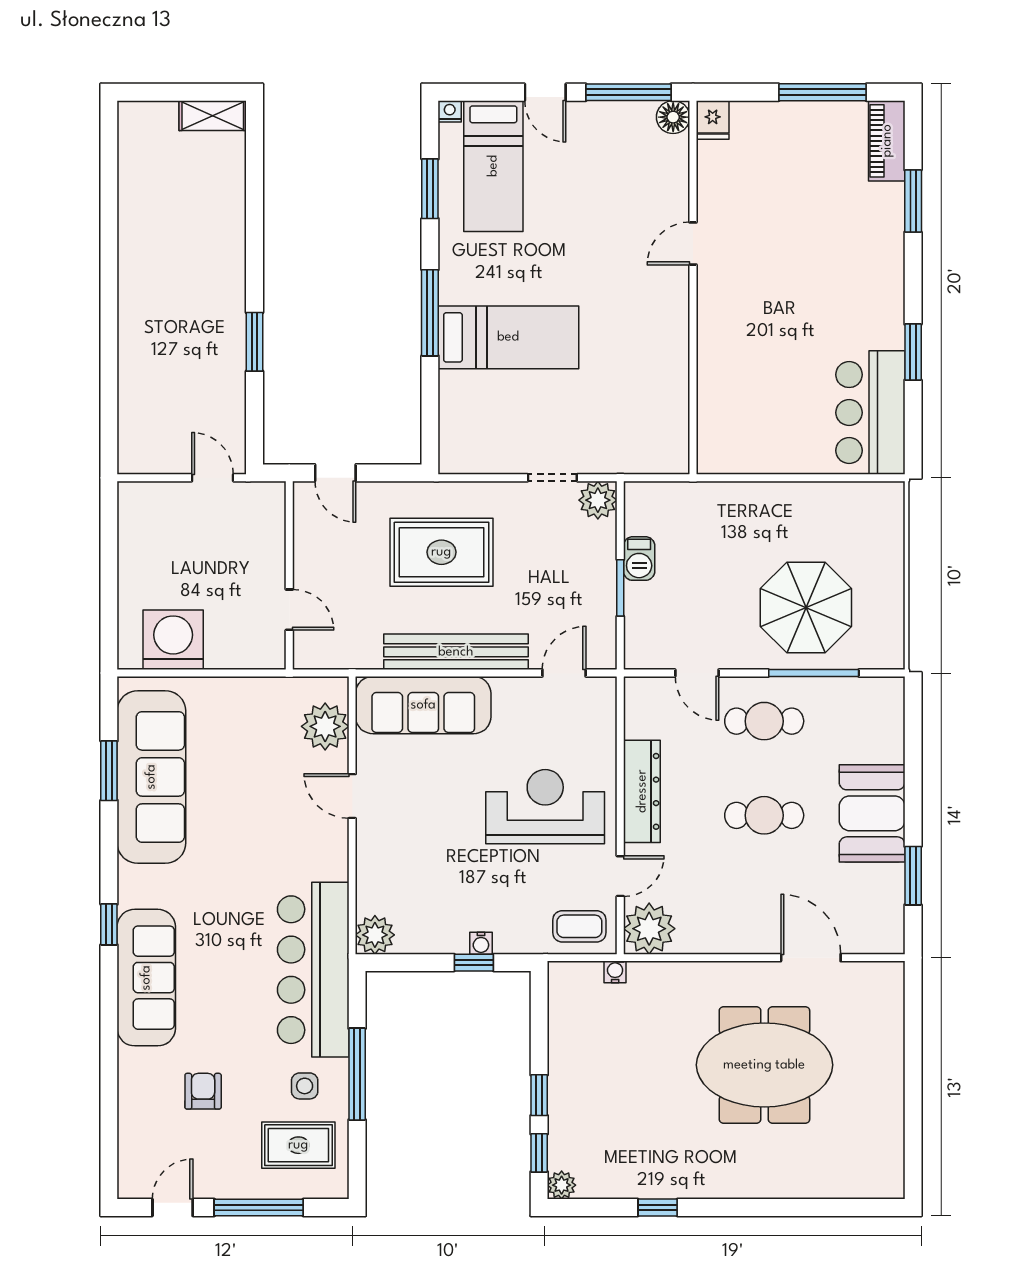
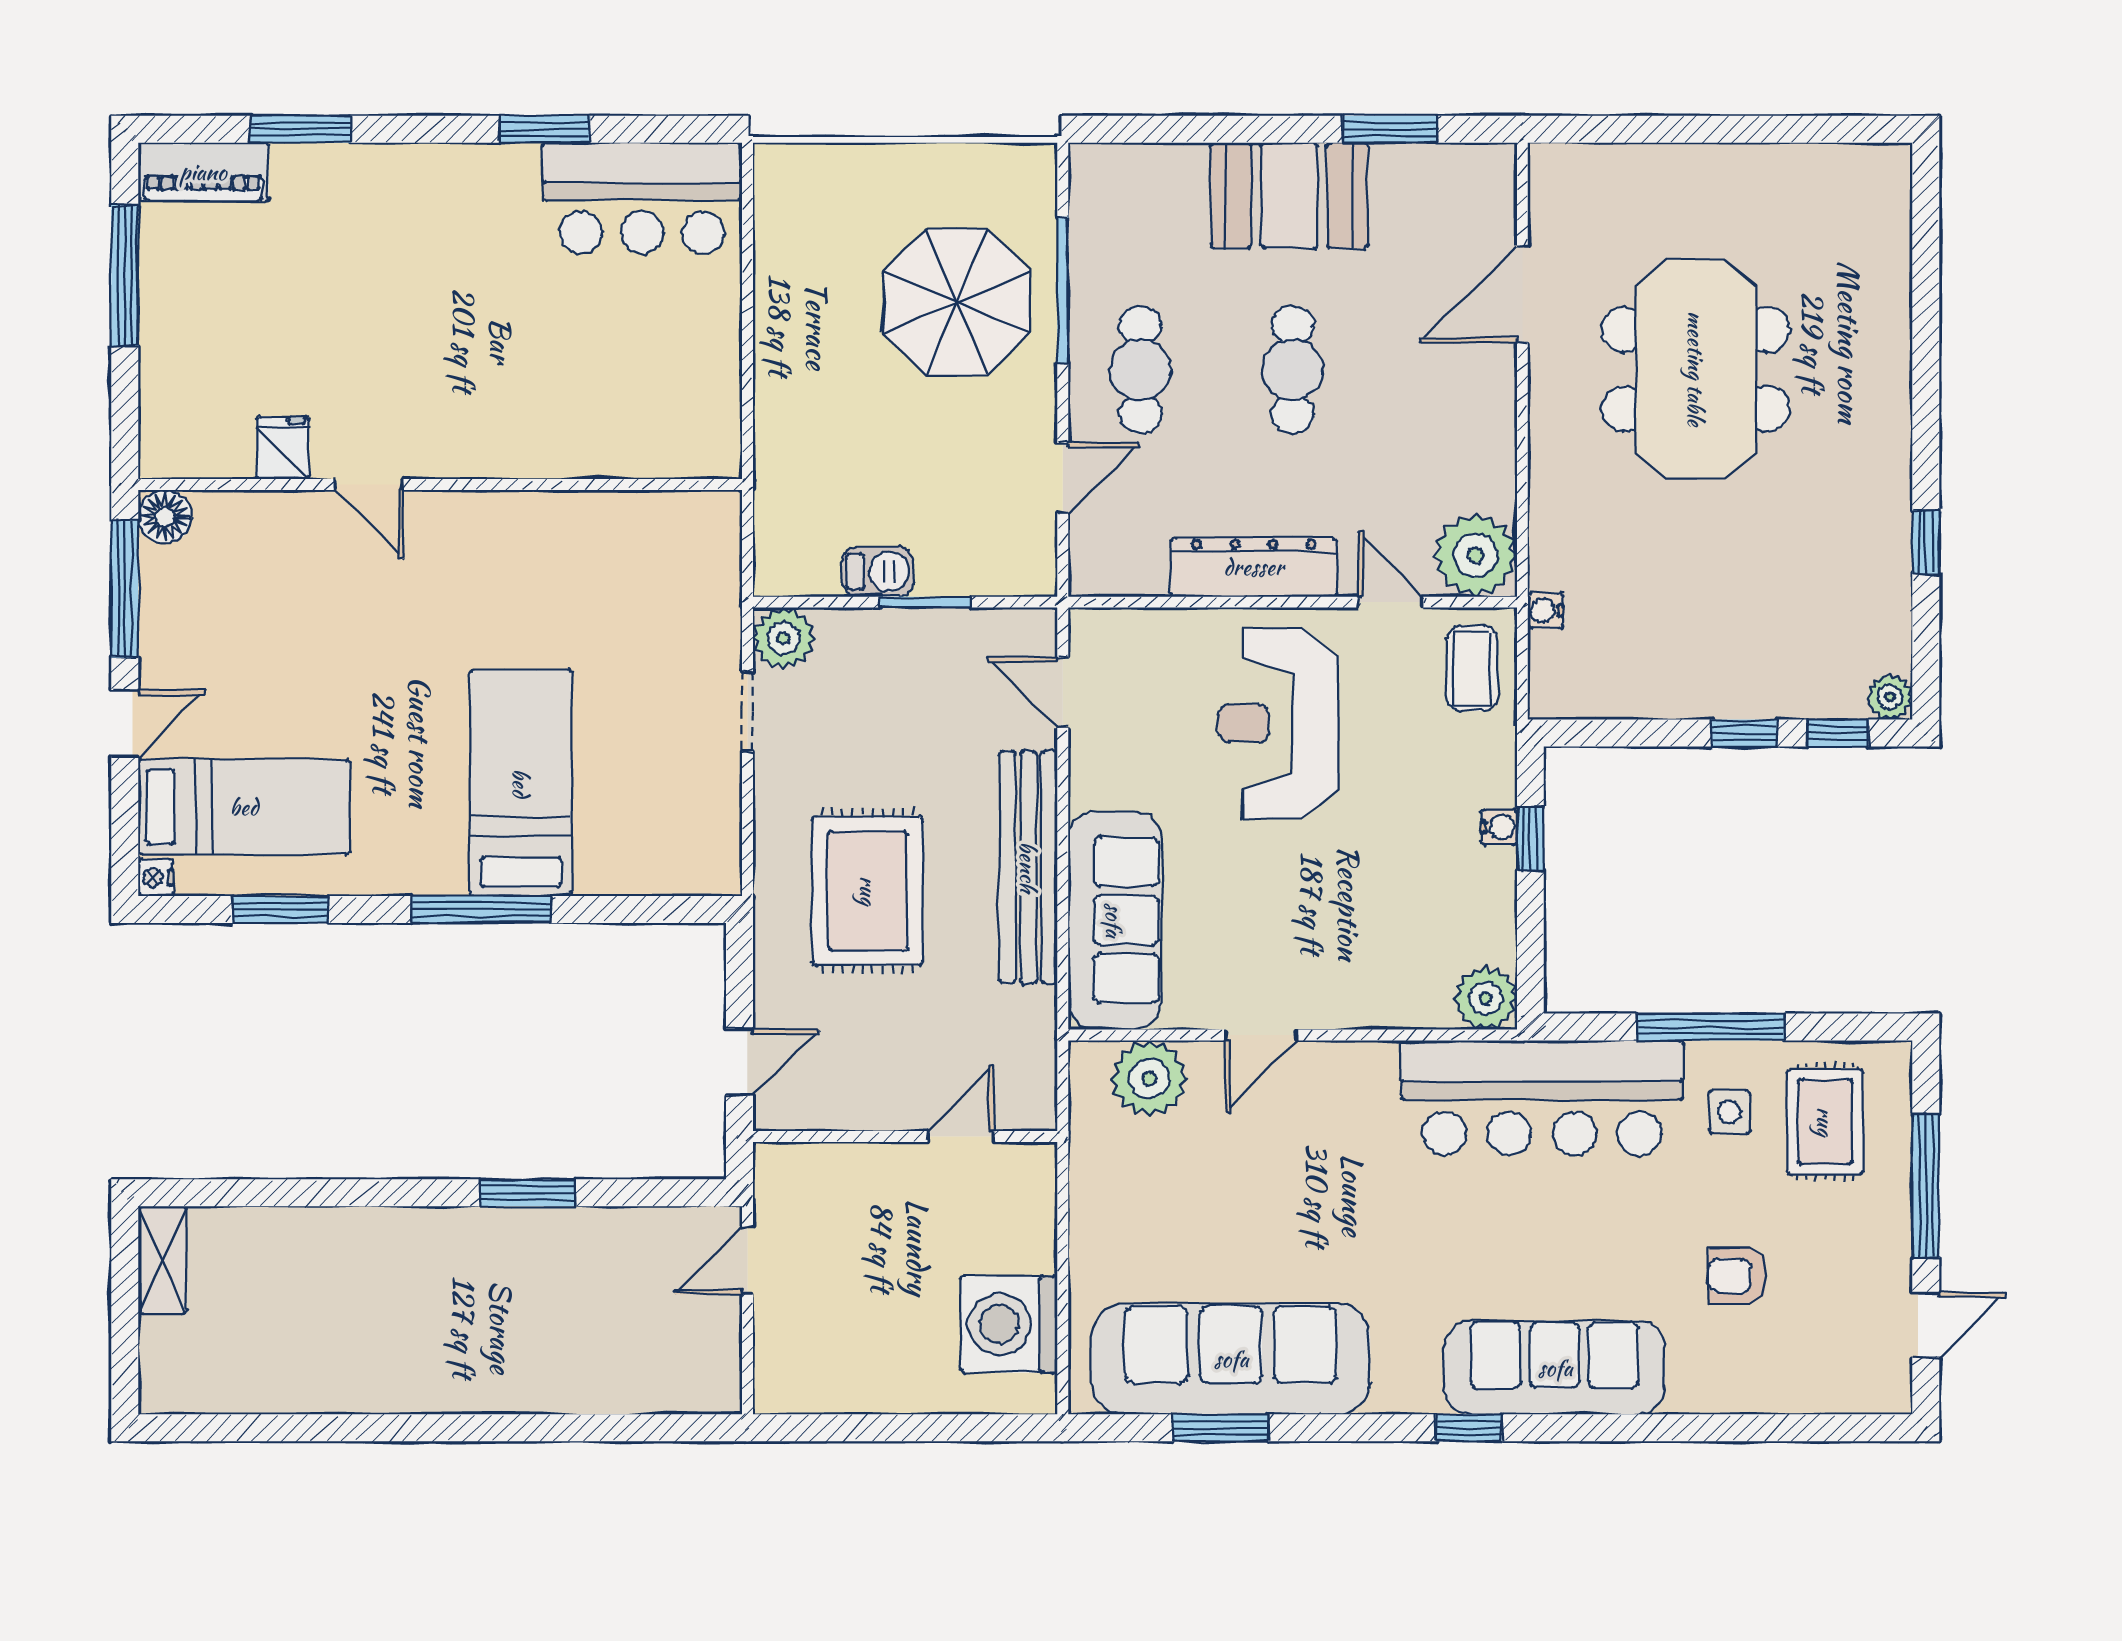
fridge: (713, 120) -> (283, 448), moved, turned -90
door: (173, 1207) -> (1926, 1325), swing flipped

